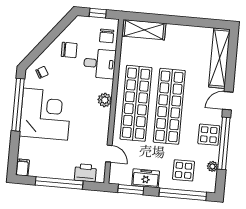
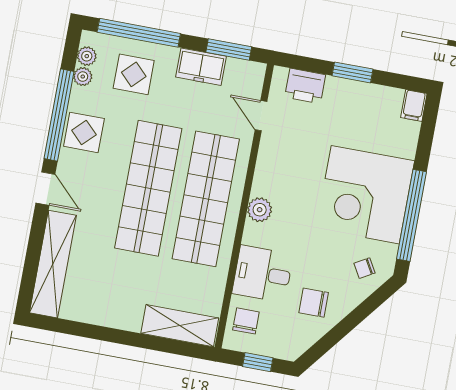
door: (228, 101) -> (45, 189), hinge flipped
plant: (211, 178) -> (87, 56), added
window: (59, 183) -> (352, 72), width x0.47

